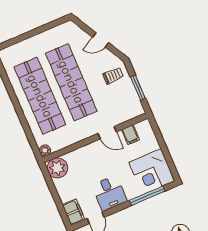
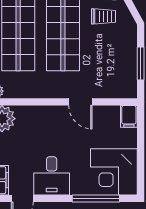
trolley: (113, 76) -> (103, 16), moved
filing cabinet: (130, 135) -> (129, 116), moved

